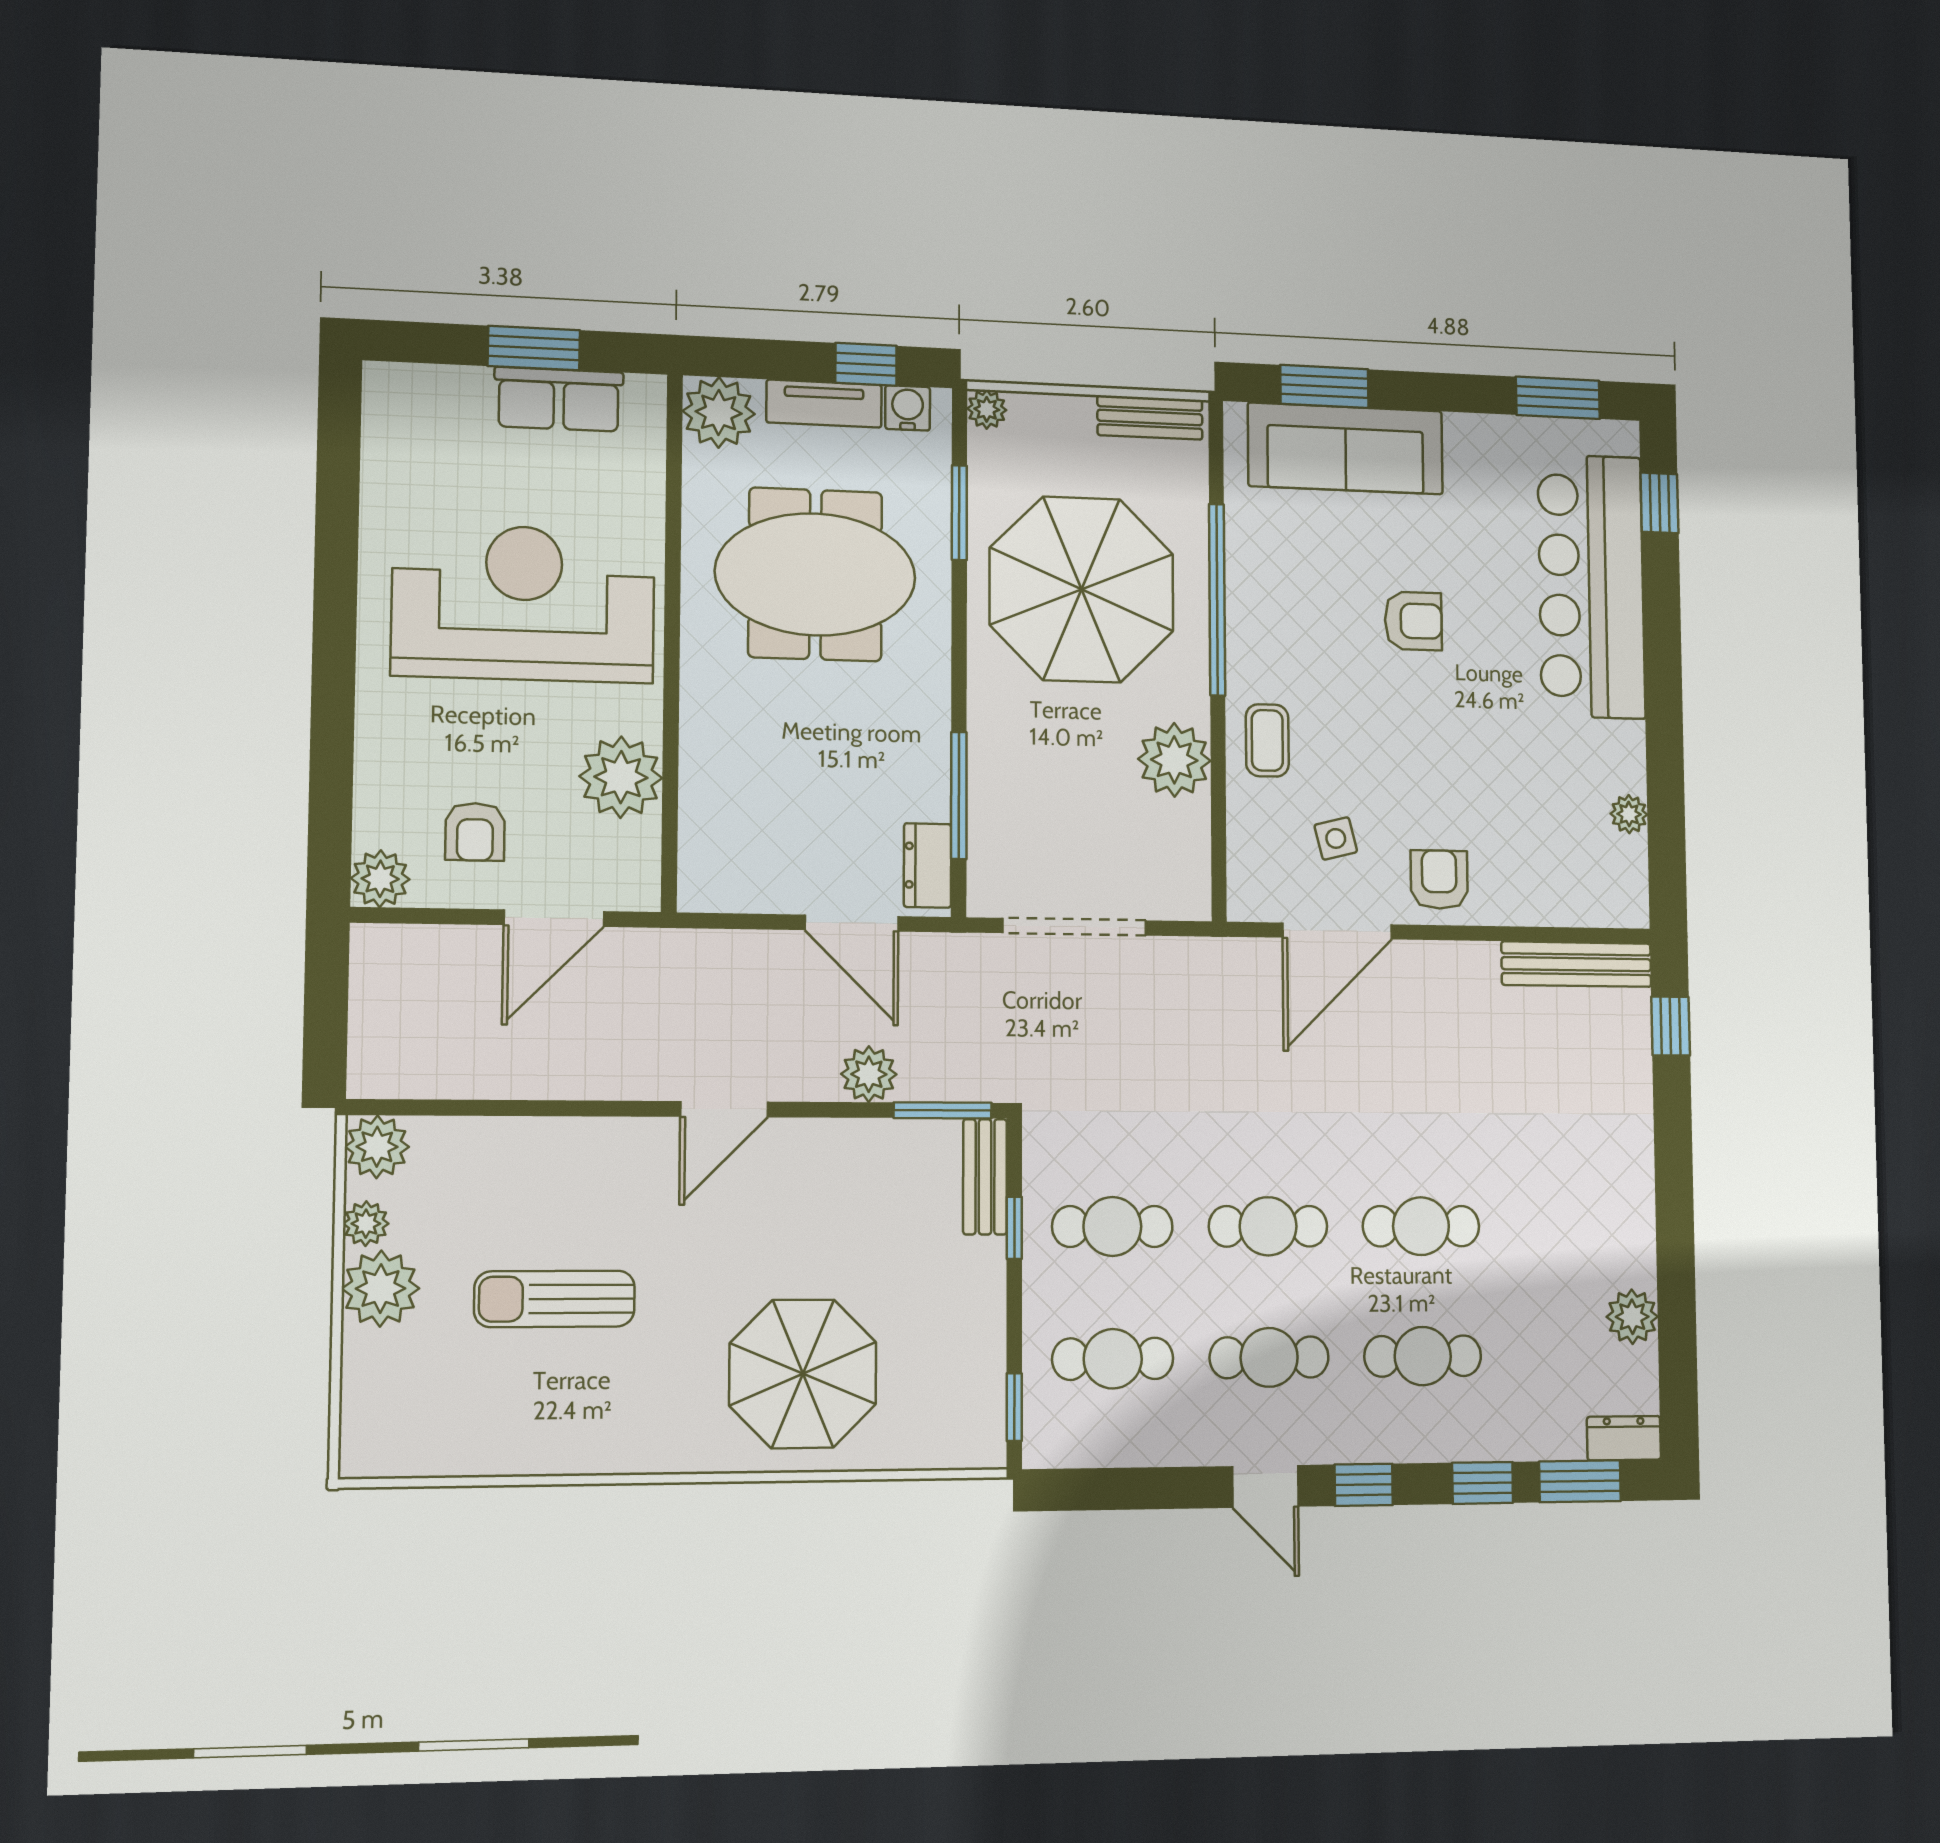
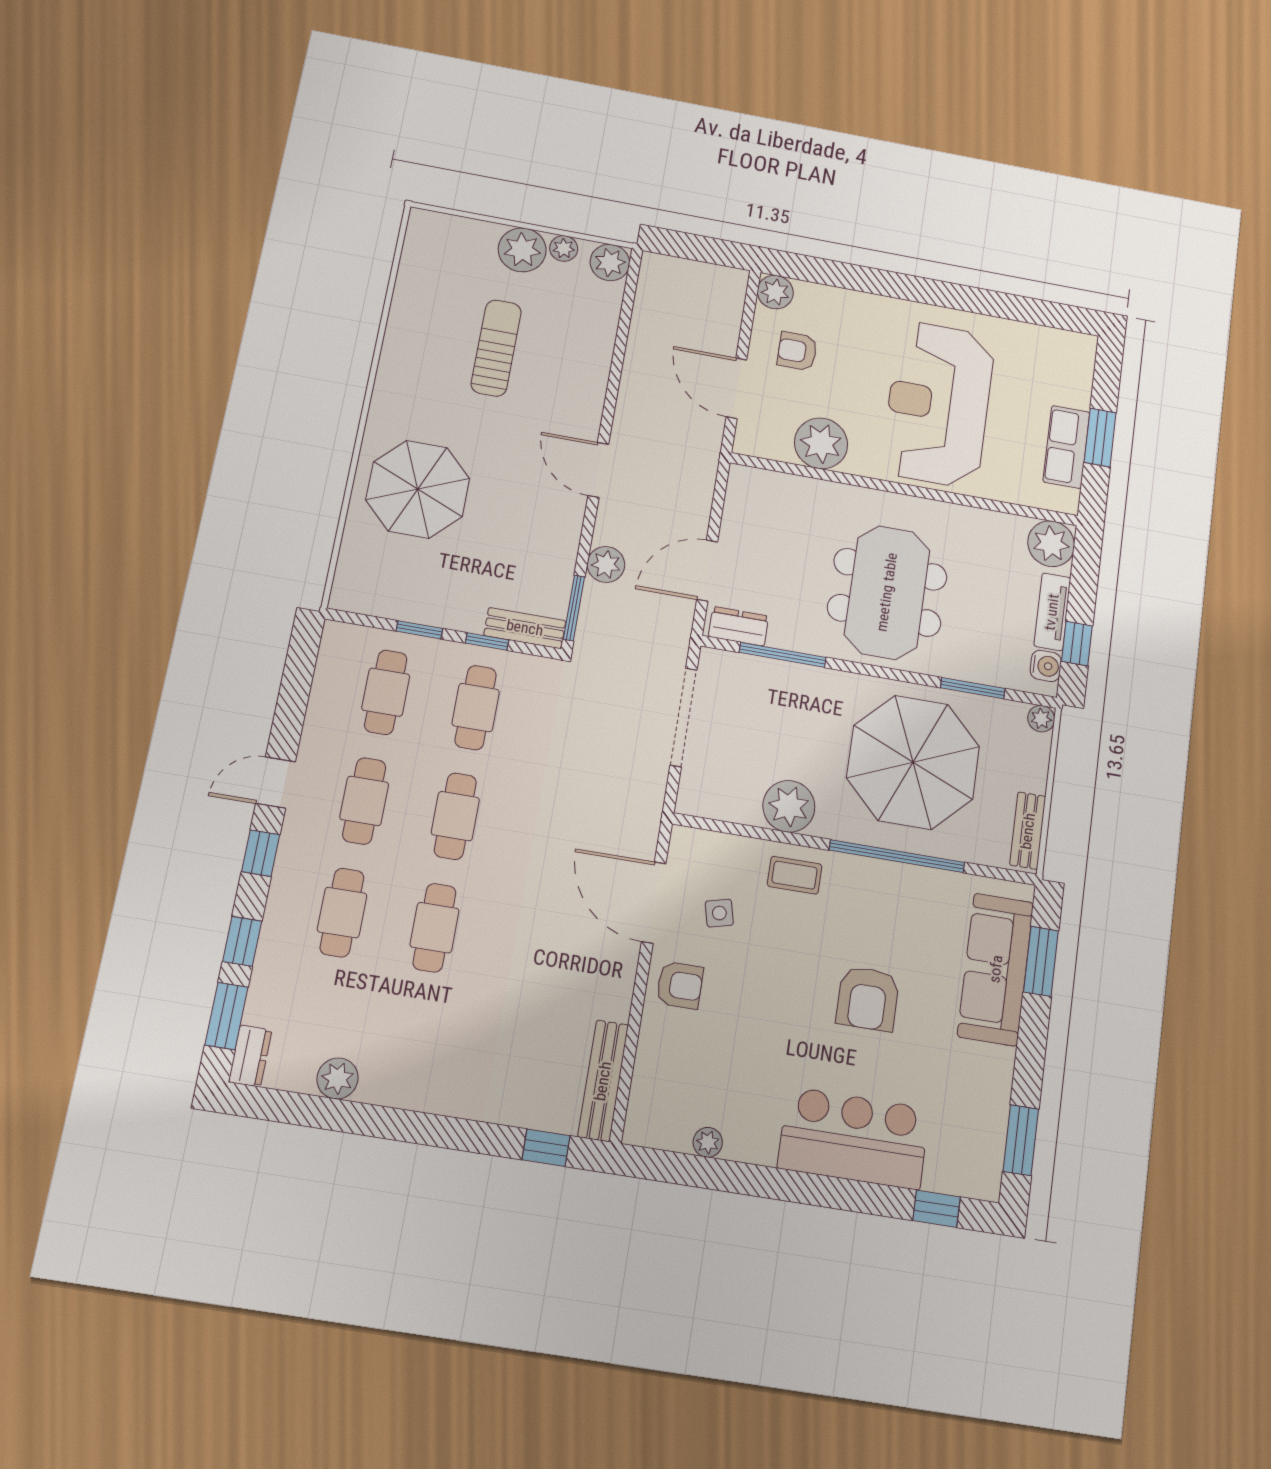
meeting table: (815, 574) -> (887, 592), moved
bar counter: (1591, 586) -> (854, 1138), width x0.73
reception desk: (524, 603) -> (938, 404), turned 180
armchair: (1413, 621) -> (868, 999), width x1.38, depth x1.38
window: (1014, 1407) -> (419, 630), moved

